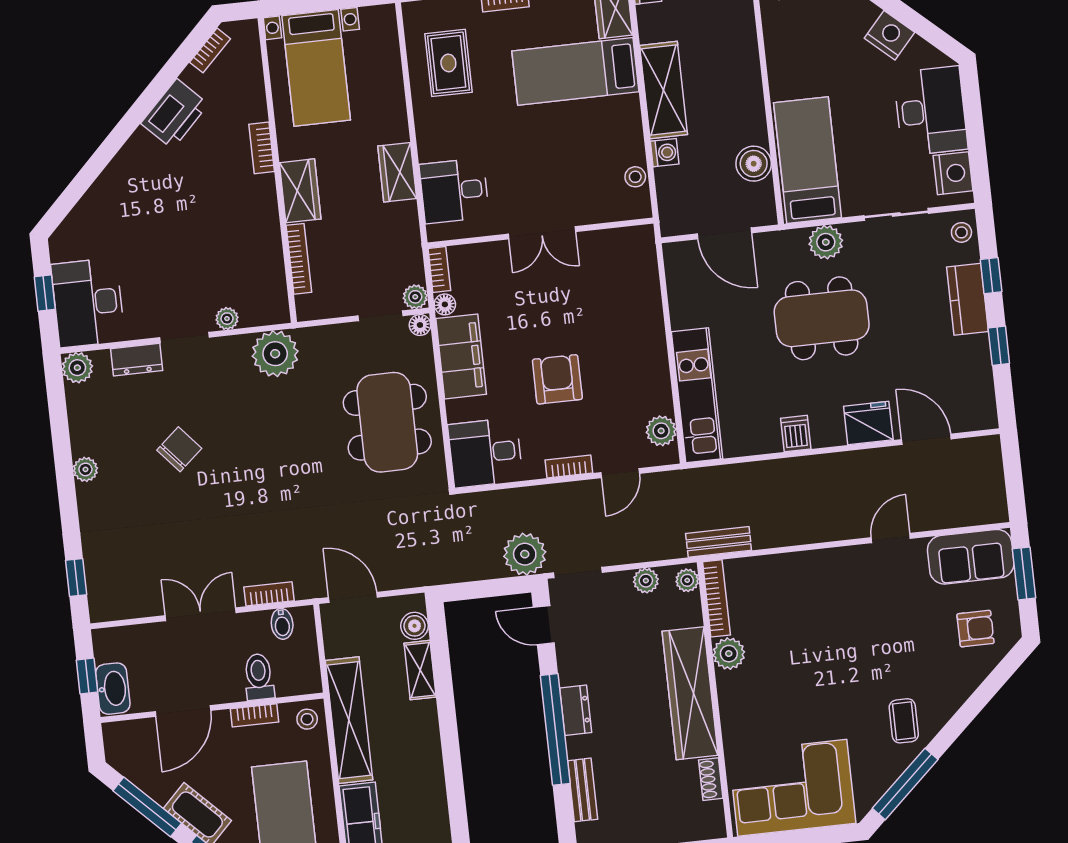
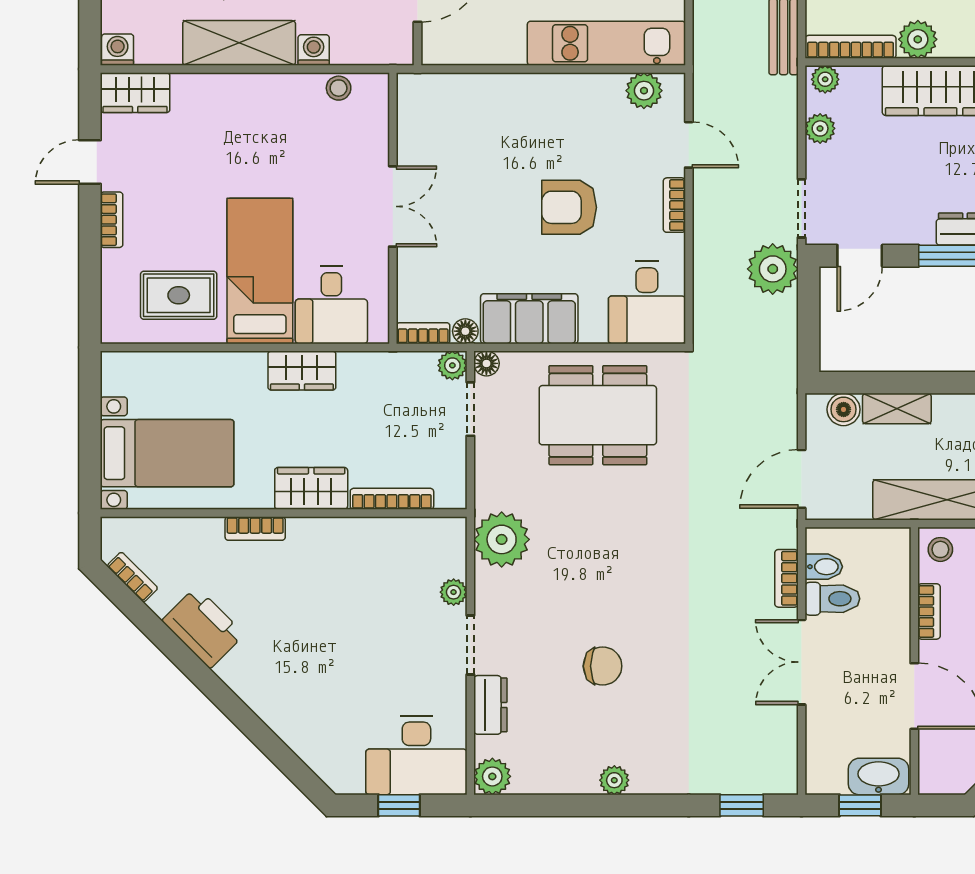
bed: (575, 71) -> (260, 271), moved, turned 180
chair: (179, 449) -> (603, 666), turned 131
toilet: (259, 677) -> (832, 599), moved, turned 180

